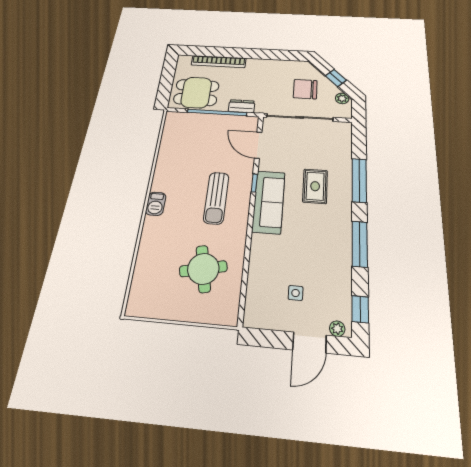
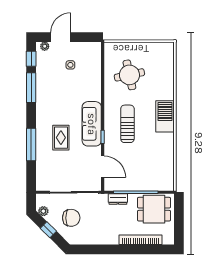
barbecue: (156, 204) -> (165, 116), width x1.88, depth x1.53
window: (360, 244) -> (31, 88), moved

